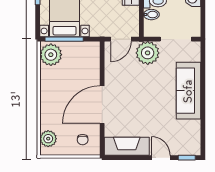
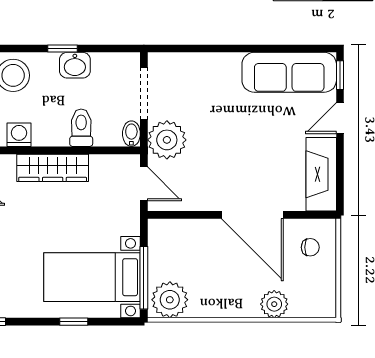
bidet: (151, 15) -> (131, 134), moved
sofa: (188, 91) -> (289, 72), moved
plant: (48, 139) -> (274, 304), moved

